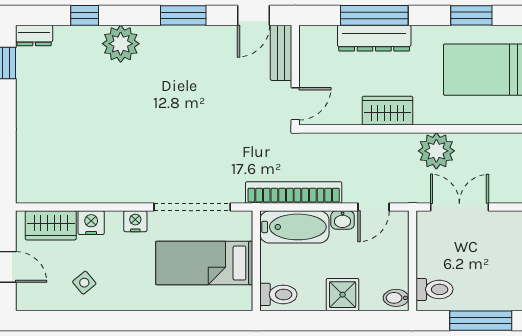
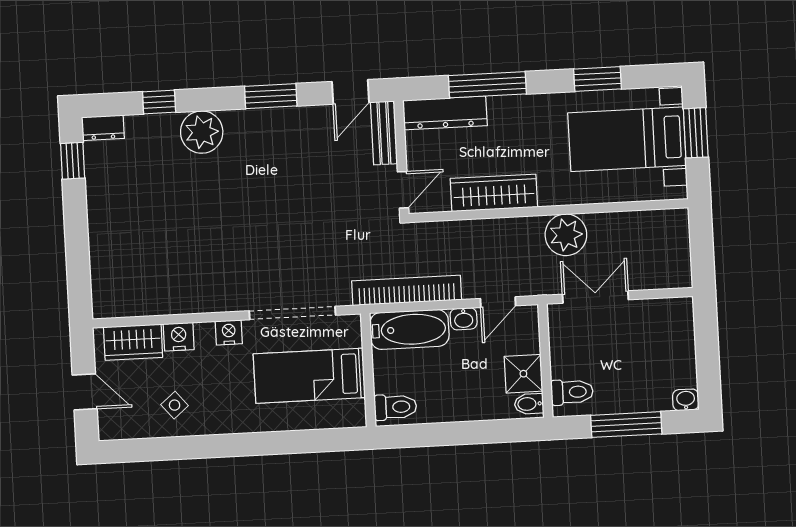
dresser: (374, 38) -> (445, 113), moved
wardrobe: (388, 111) -> (494, 193), width x1.50
shower: (343, 295) -> (523, 374), moved

